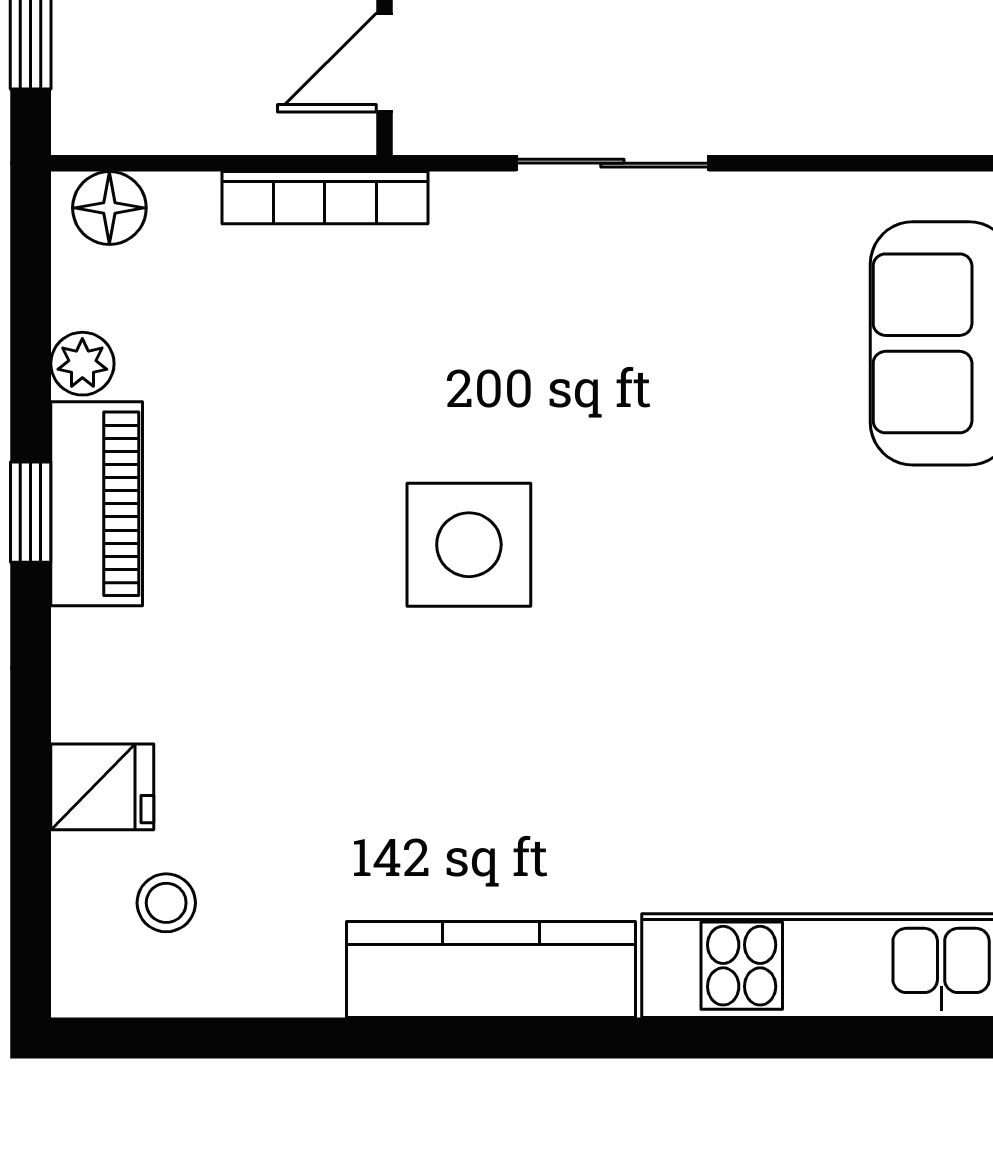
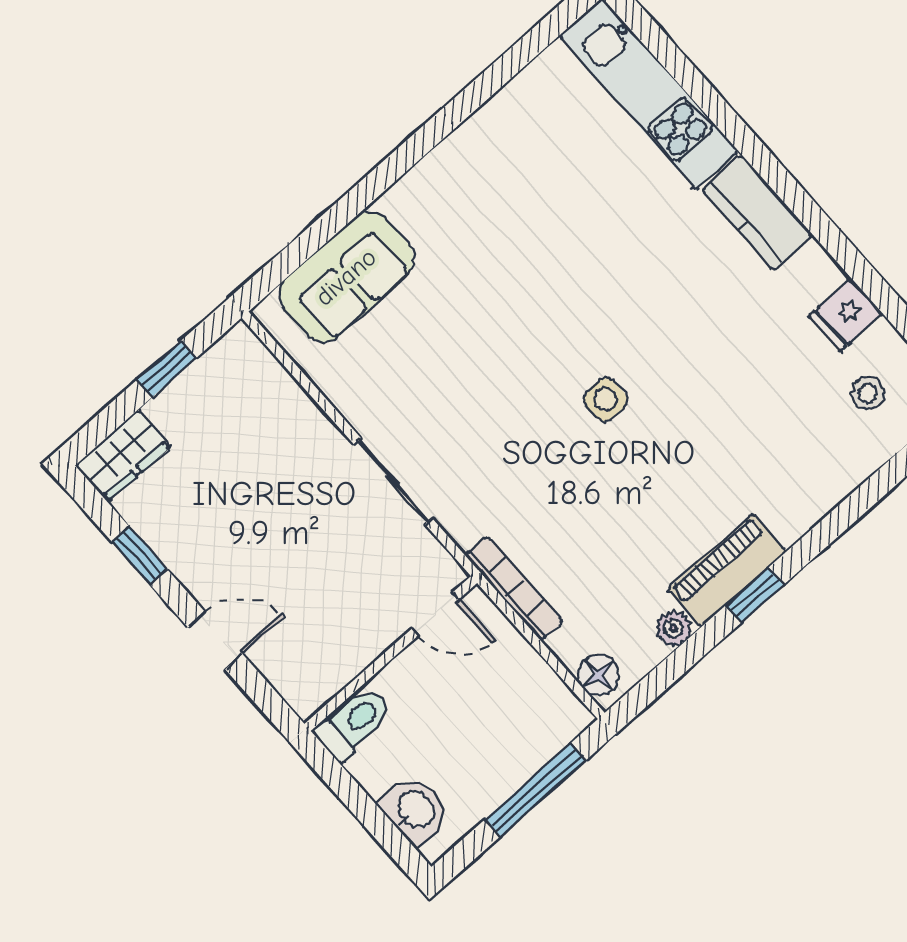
side table: (469, 545) -> (606, 400), width x0.54, depth x0.54
fridge: (102, 787) -> (846, 315), moved, turned -90
kitchen counter: (491, 970) -> (757, 212), width x0.67

